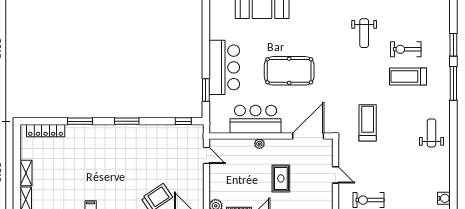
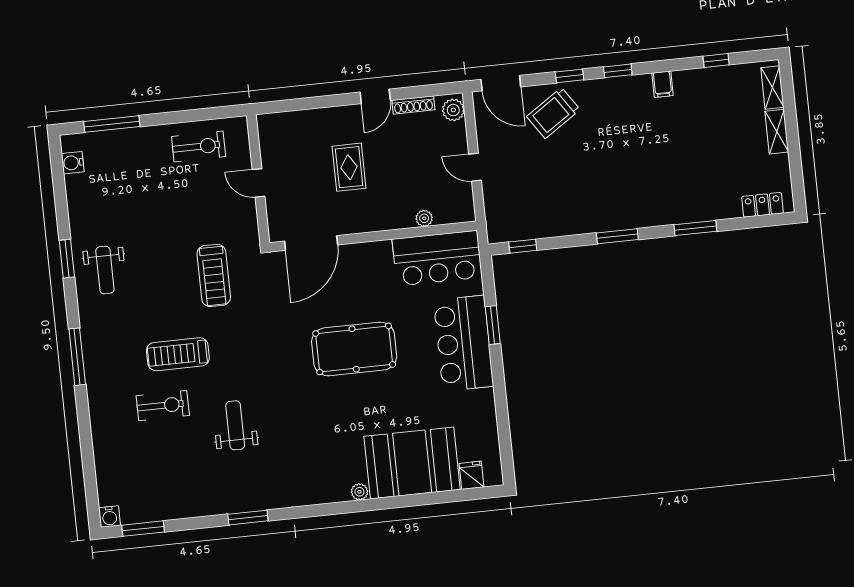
window: (453, 45) -> (67, 259), moved
treadmill: (408, 76) -> (178, 354), moved, turned 180
window: (206, 90) -> (493, 325), moved
bar counter: (256, 119) -> (437, 258), moved
locker: (46, 131) -> (762, 205), width x0.66
plant: (259, 144) -> (424, 218), moved
door: (206, 155) -> (475, 167), moved

